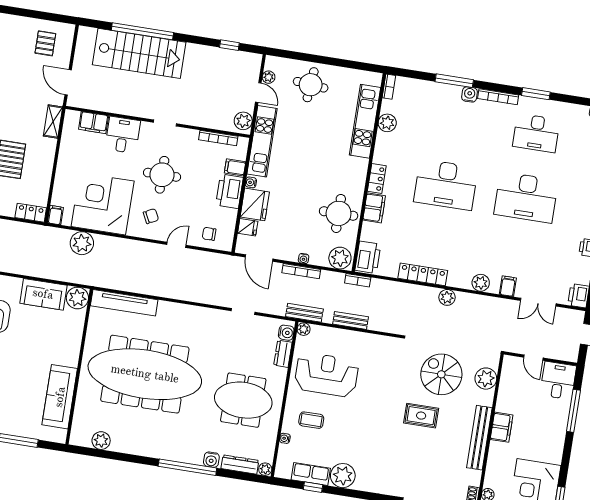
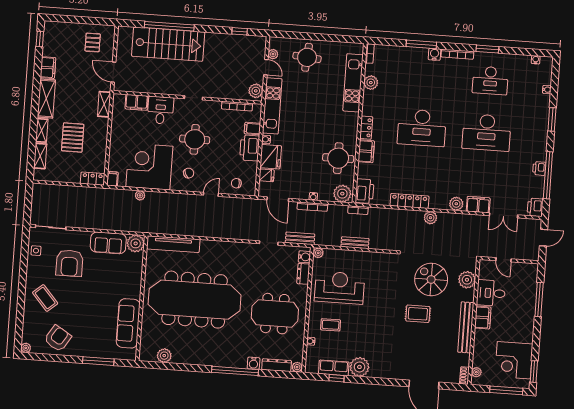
plant: (82, 243) -> (140, 195), width x0.53, depth x0.53
filing cabinet: (508, 286) -> (478, 205), width x2.00
bench: (304, 313) -> (300, 238), moved
desk: (558, 380) -> (491, 293), moved, turned -90

